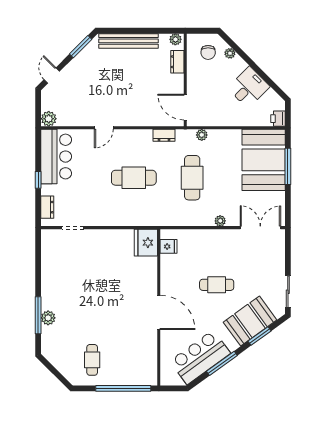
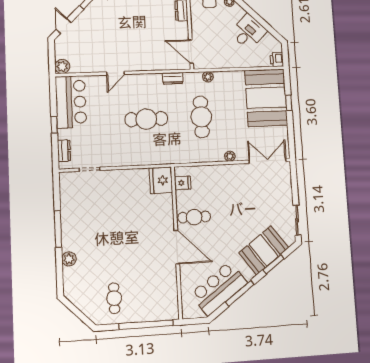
window: (288, 166) -> (289, 103), width x0.46
cafe table: (217, 285) -> (194, 217), moved
window: (38, 315) -> (58, 229), moved

